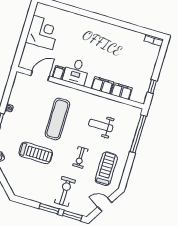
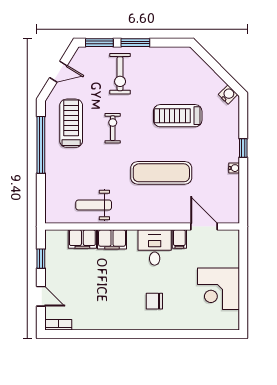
chair: (87, 37) -> (154, 301), added
door: (159, 62) -> (41, 296), added
door: (40, 76) -> (204, 227), swing flipped
exercise mat: (57, 119) -> (161, 173), turned 90
weight bench: (101, 126) -> (94, 205), moved, turned 180
window: (138, 134) -> (41, 145), moved
treadmill: (106, 169) -> (71, 123), turned 180

